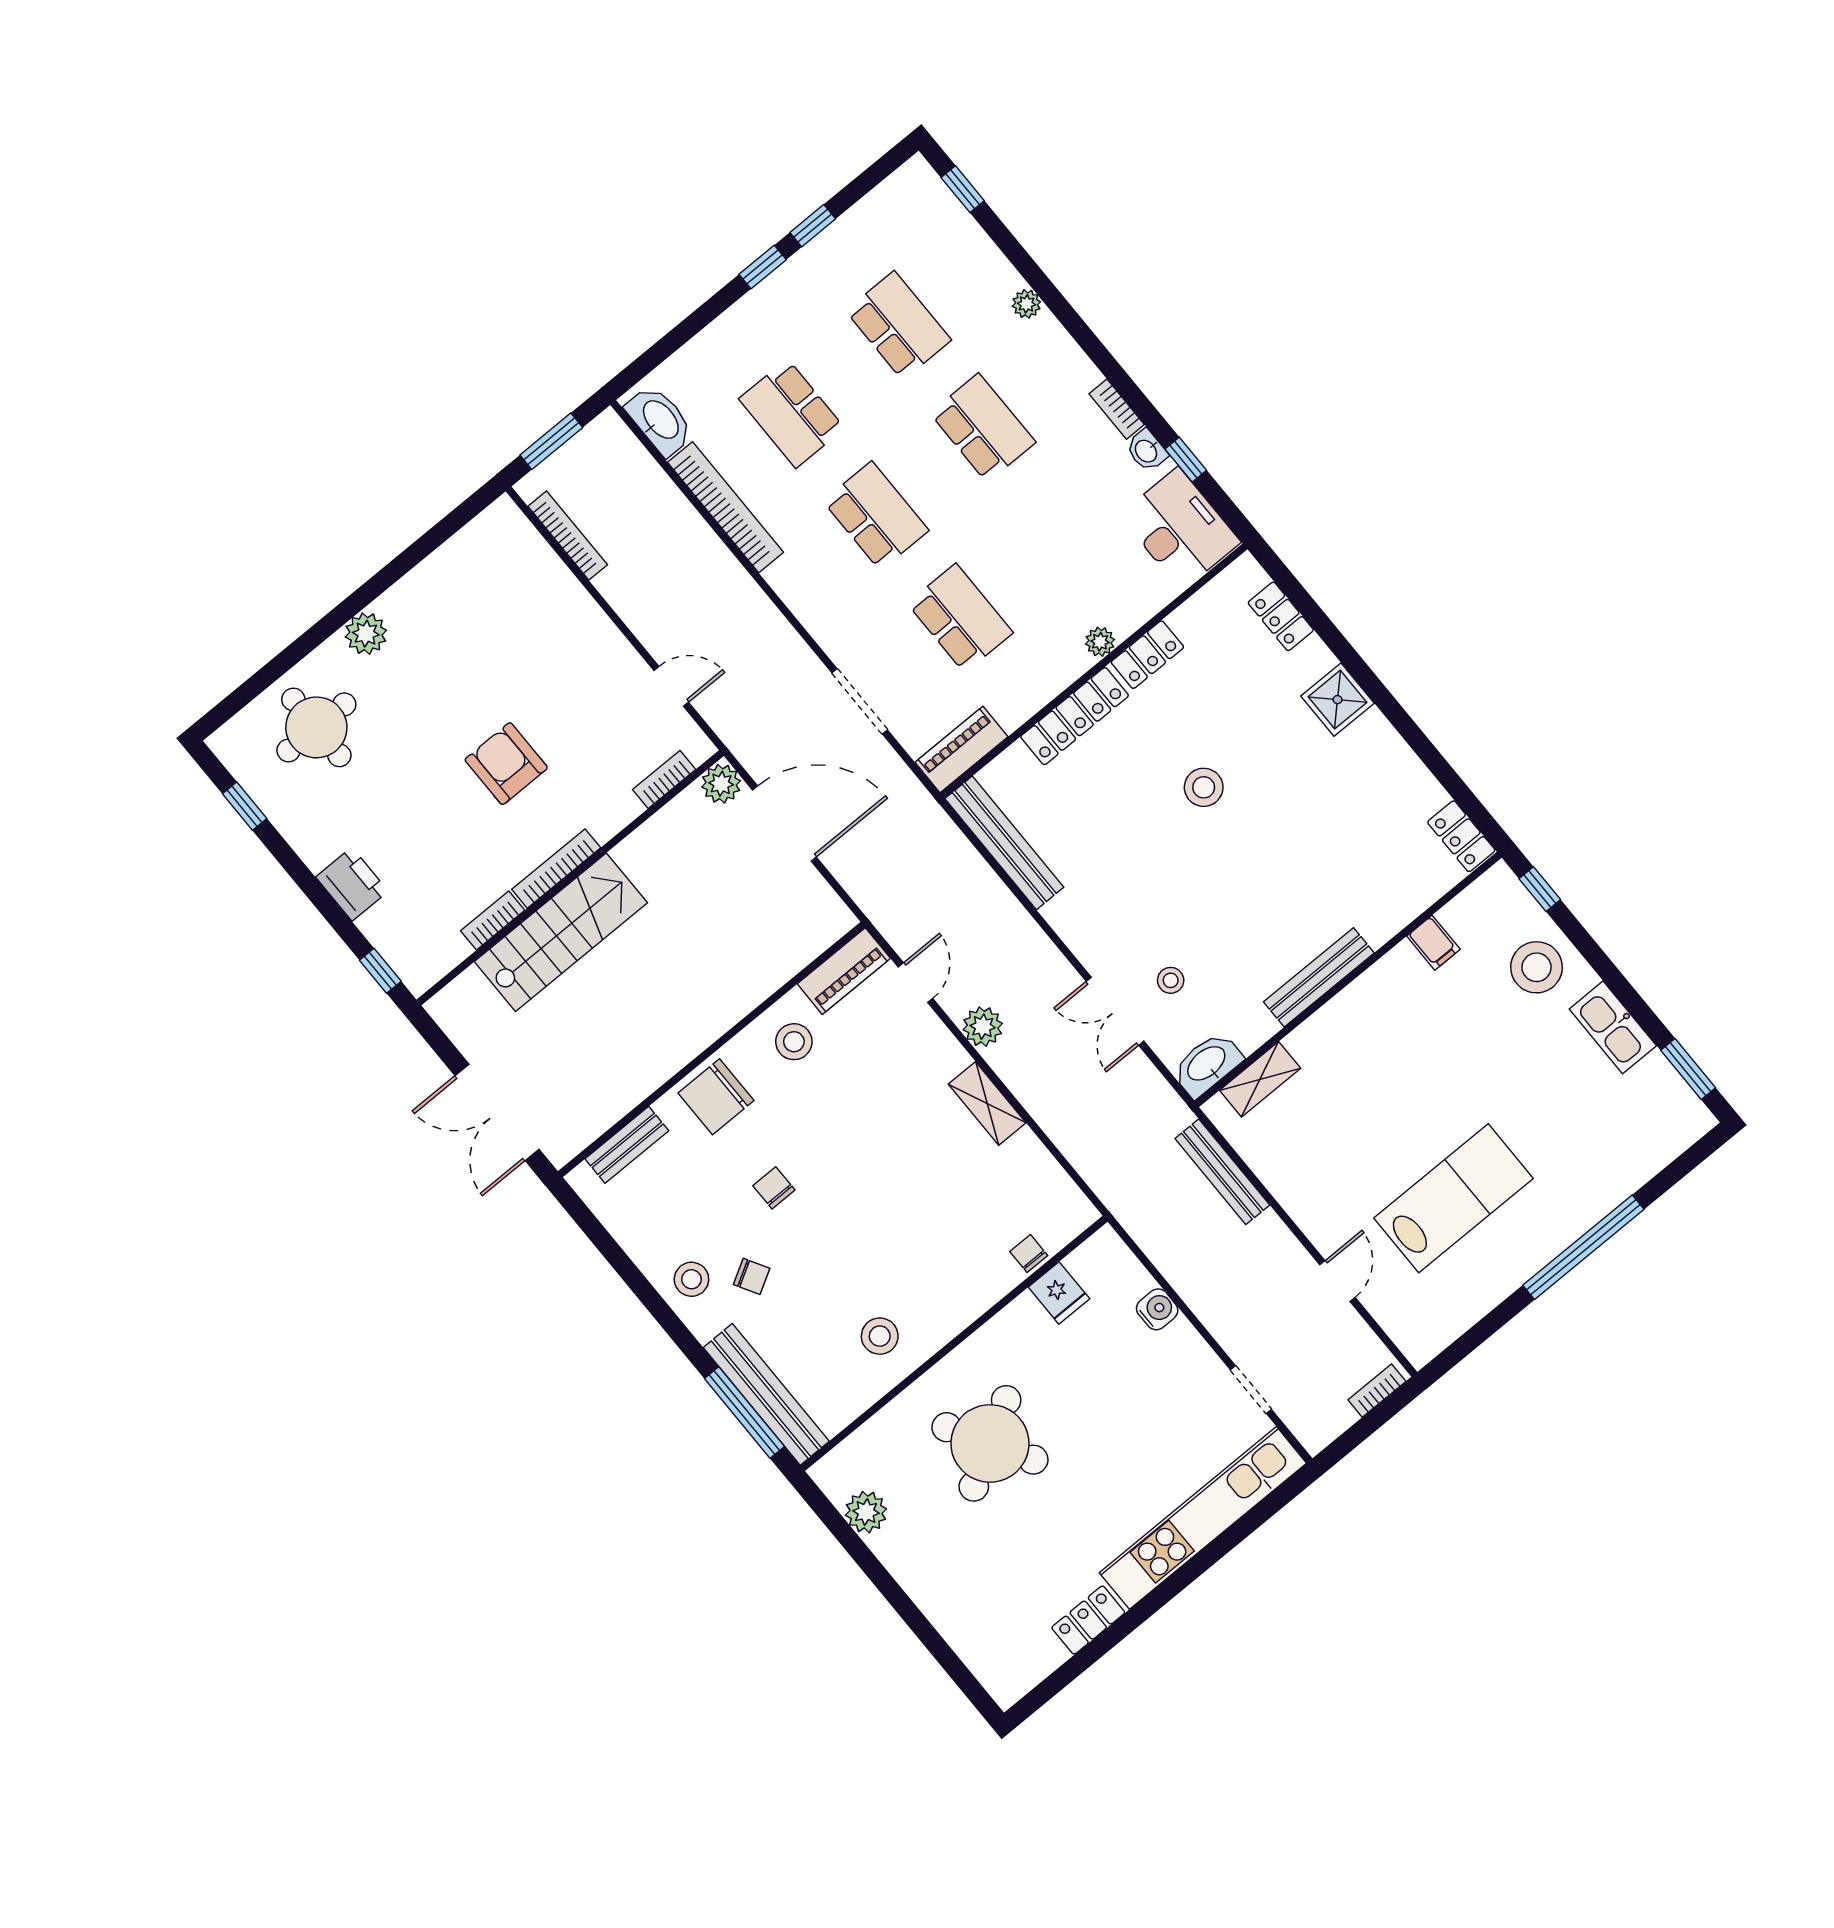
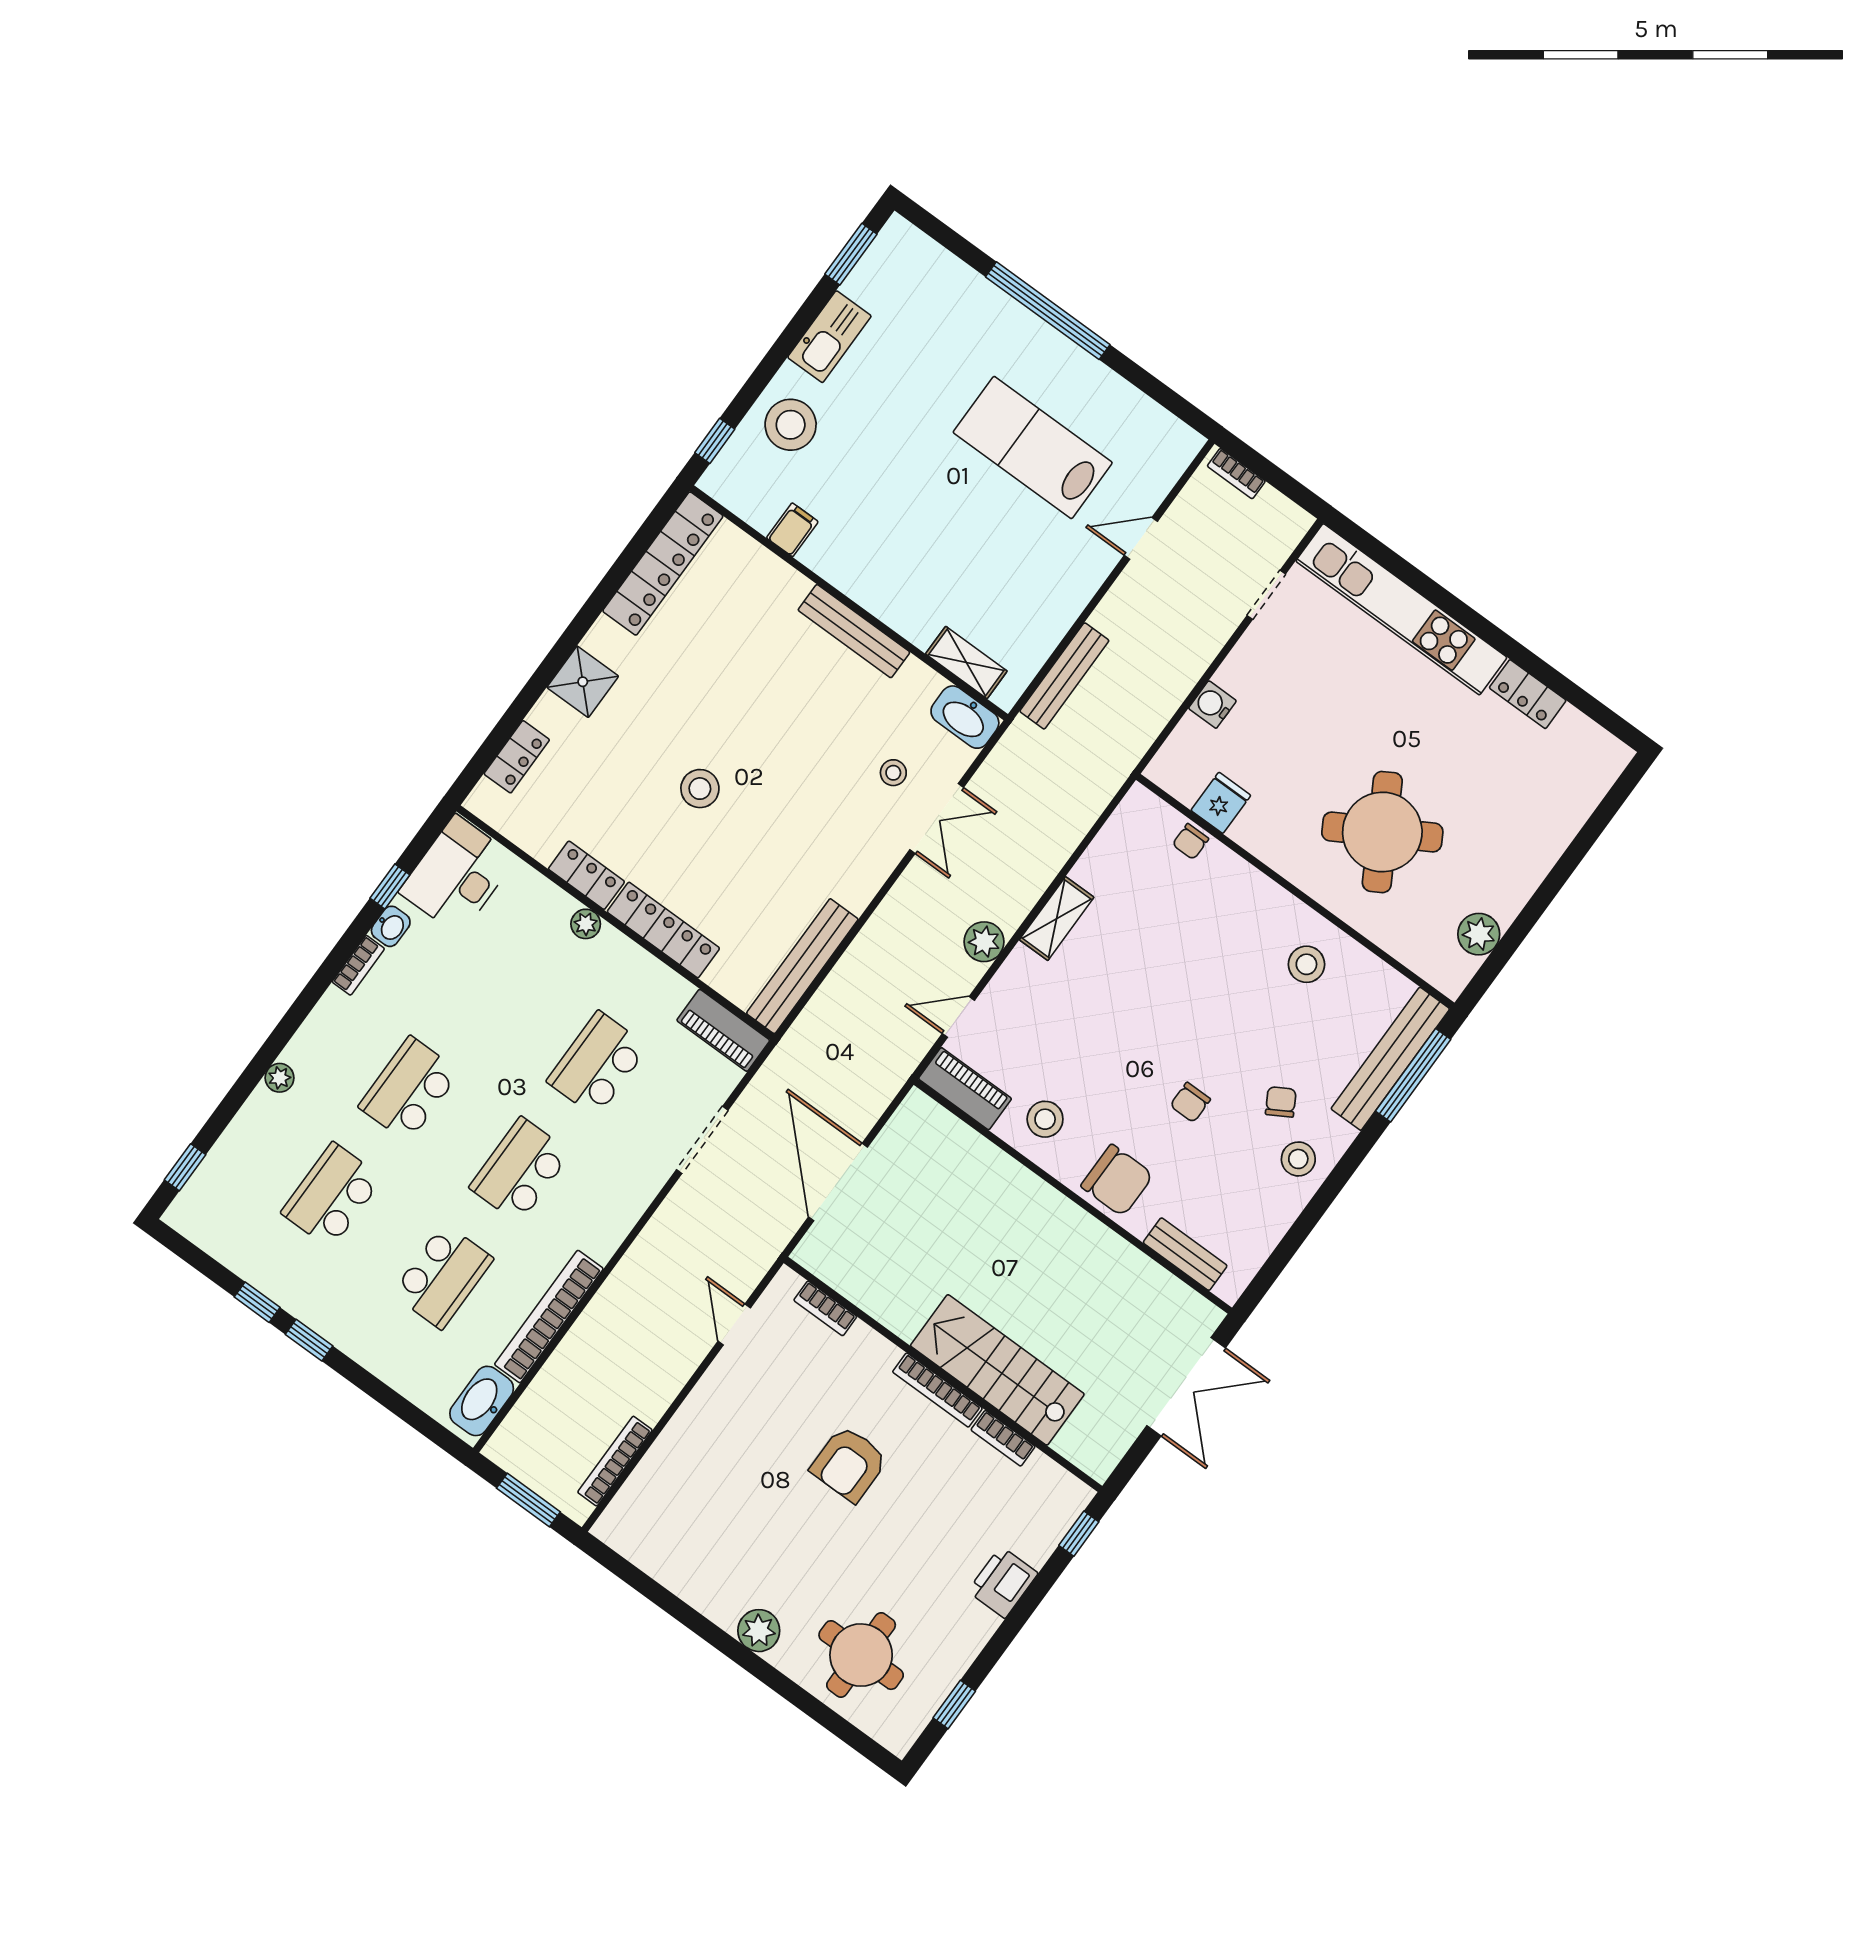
plant: (721, 784) -> (815, 1253), removed
locker: (1461, 836) -> (663, 564), width x2.16, depth x1.21

